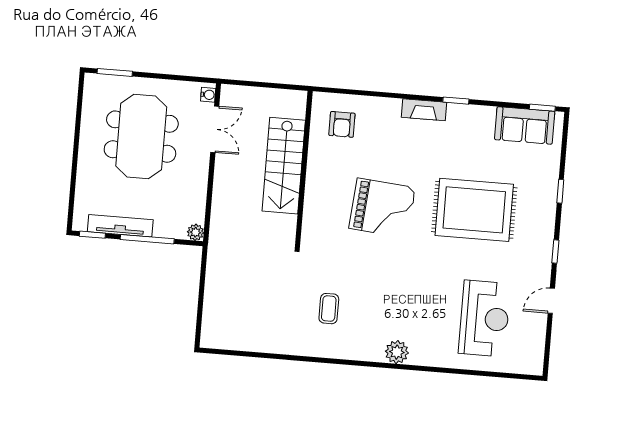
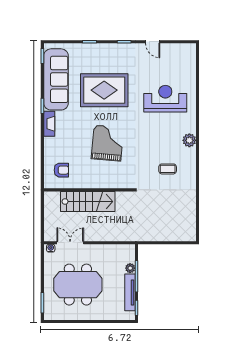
sofa: (525, 125) -> (56, 79), width x1.85, depth x1.27
rug: (474, 210) -> (104, 90), turned 90
plant: (195, 232) -> (130, 268), moved
reception desk: (484, 318) -> (165, 99), moved
plant: (397, 352) -> (189, 140), moved

